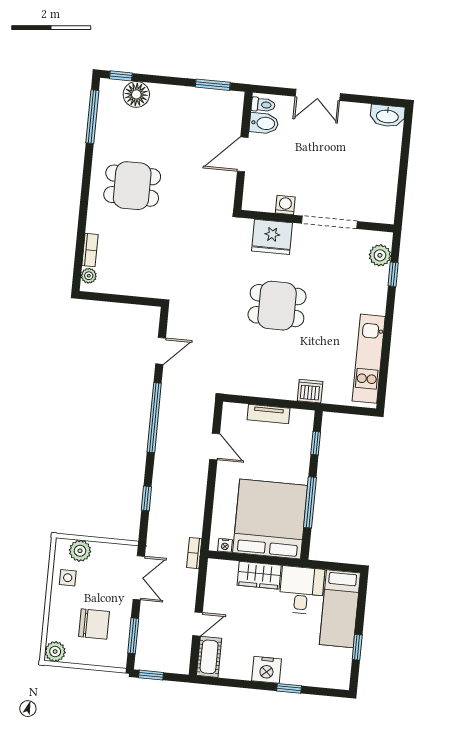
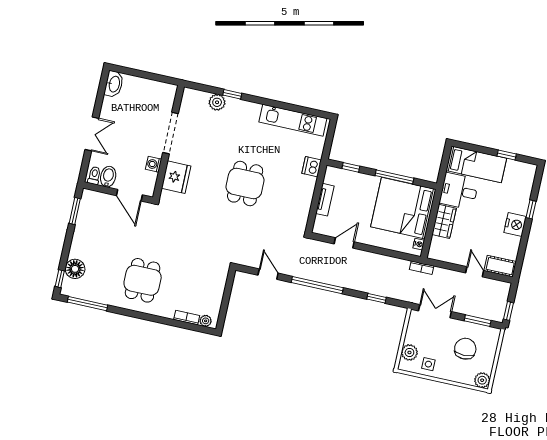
washing machine: (285, 205) -> (154, 164), moved
wall: (317, 221) -> (169, 142), moved
doorway: (329, 222) -> (171, 133), moved
fridge: (272, 237) -> (176, 177), moved

